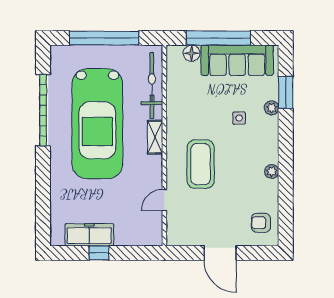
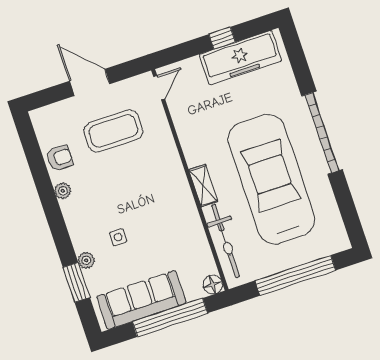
floor lamp: (192, 53) -> (213, 285), moved
garage door: (43, 110) -> (322, 133), moved
coffee table: (201, 164) -> (113, 131), moved, turned 90
door: (164, 200) -> (159, 88), moved
armchair: (261, 223) -> (60, 158), moved
freezer: (89, 235) -> (241, 58), width x1.36, depth x1.26

